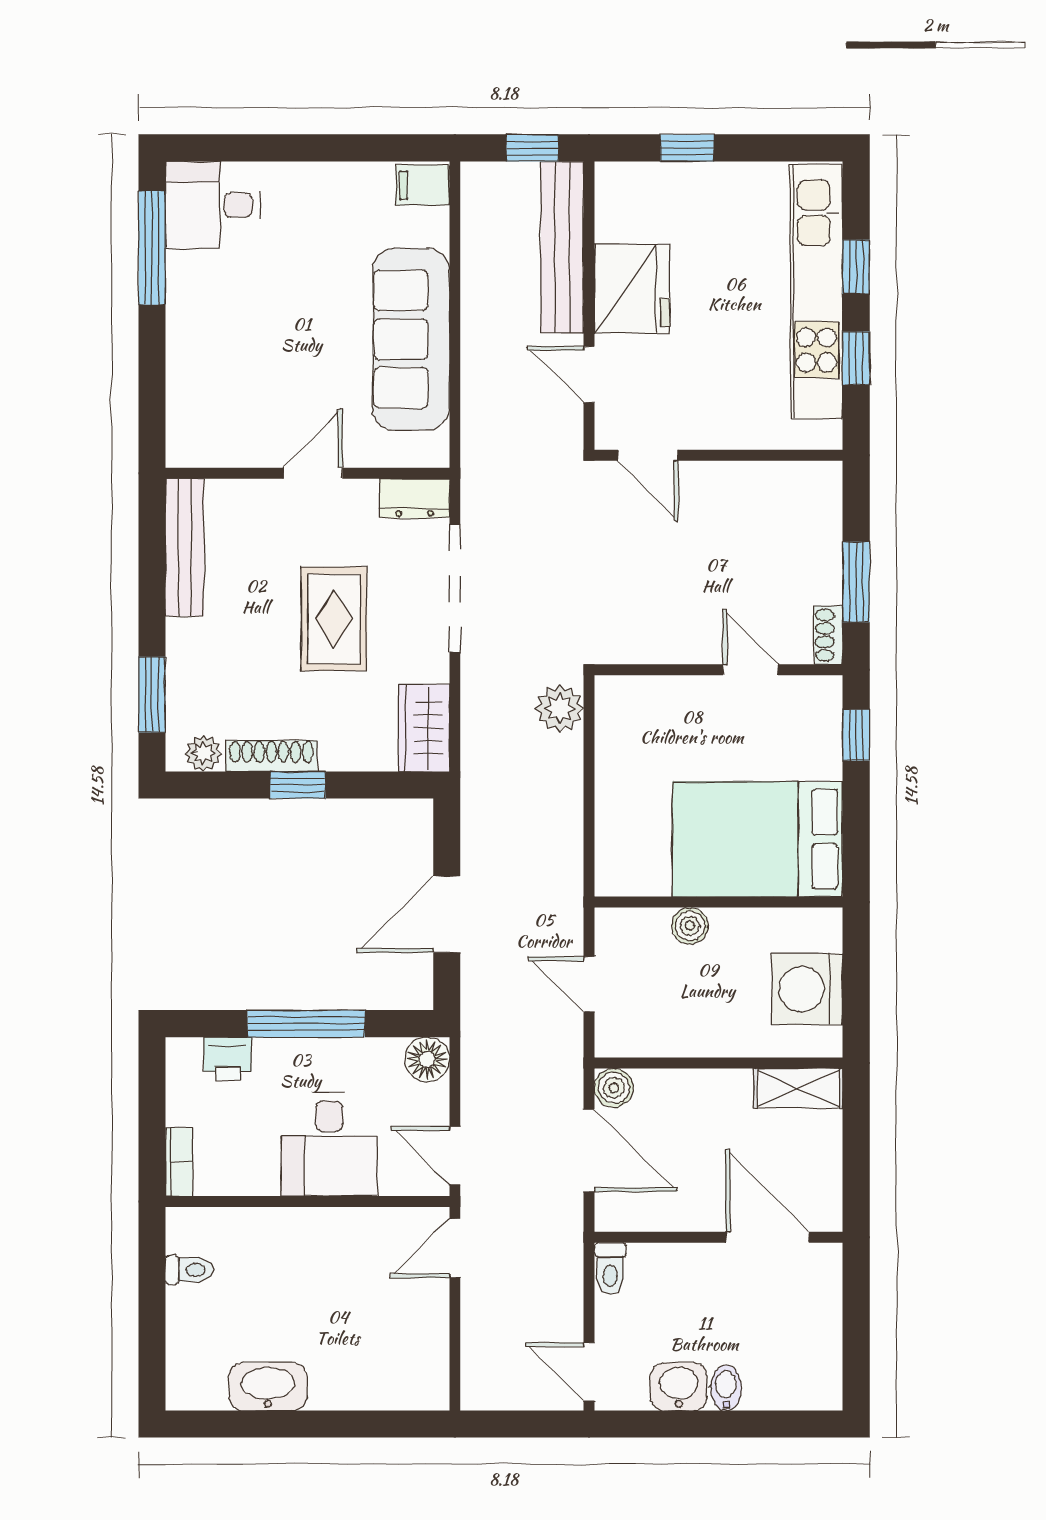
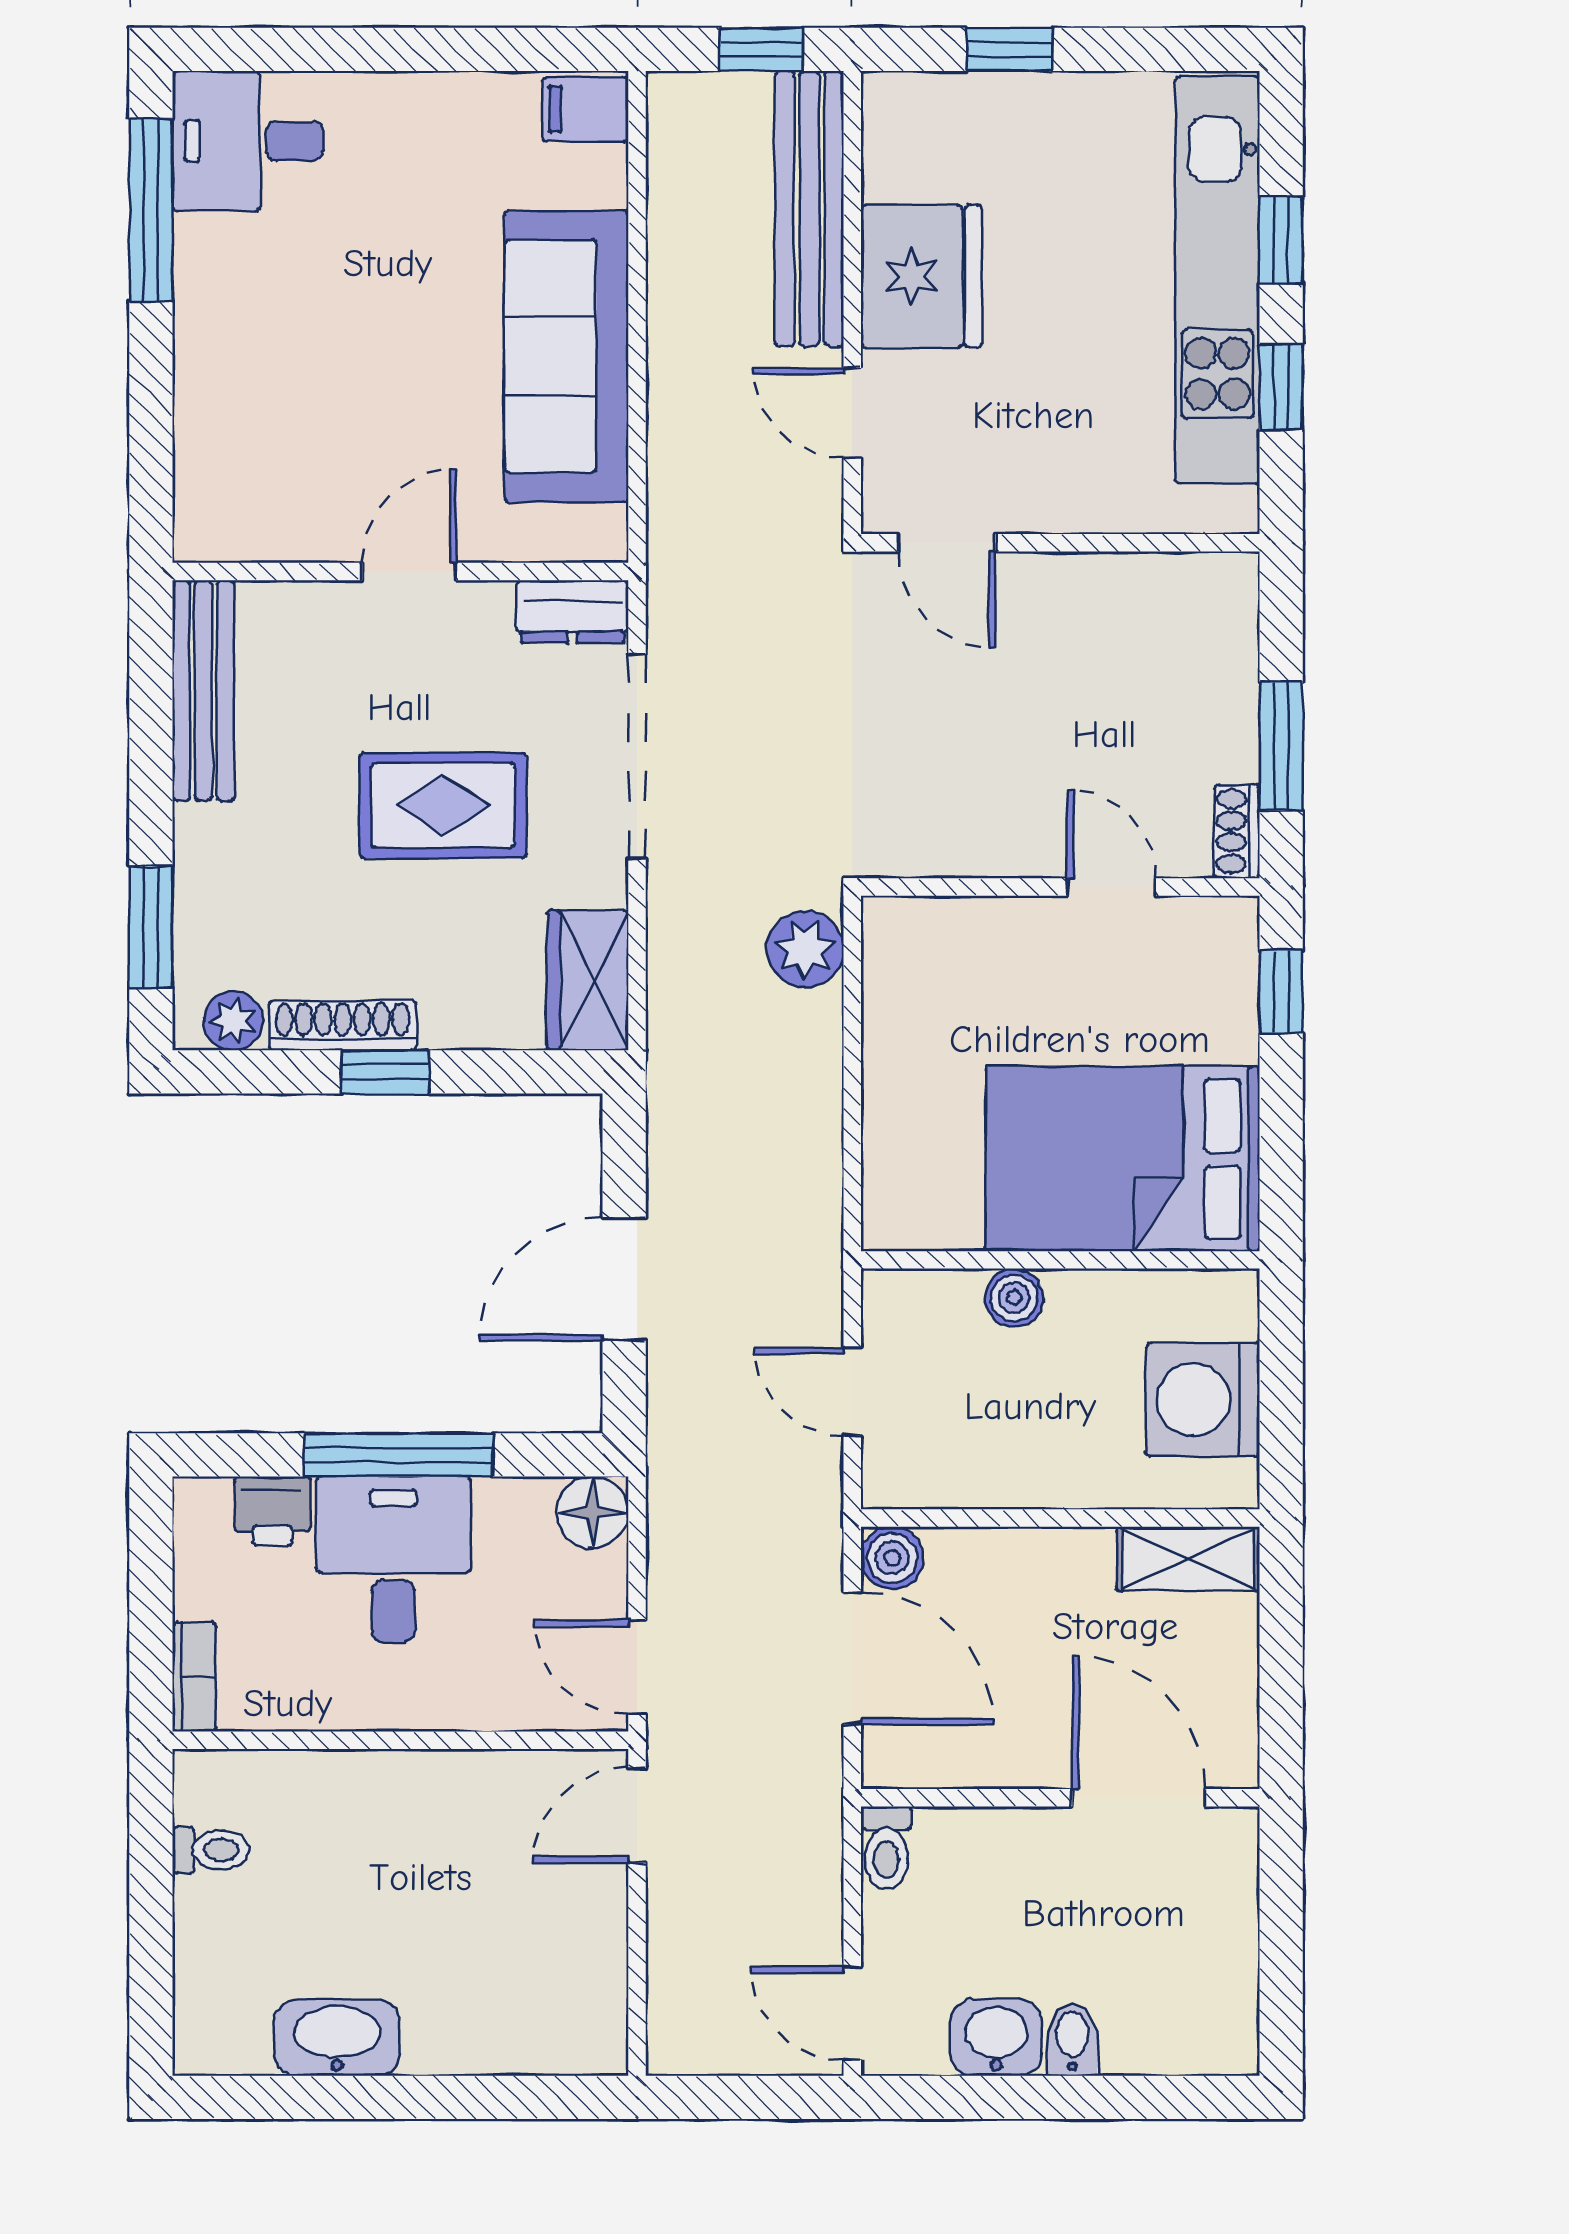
rug: (334, 619) -> (443, 805), turned 90
desk: (329, 1144) -> (393, 1560), moved, turned 180

